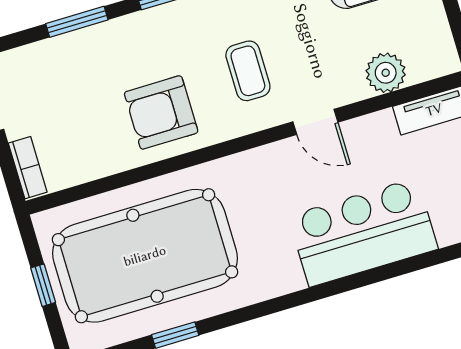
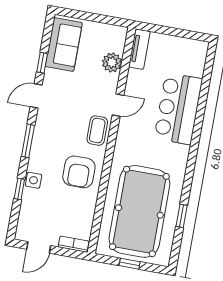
window: (77, 22) -> (19, 189), width x0.67
side table: (105, 39) -> (34, 180), added
coffee table: (248, 71) -> (97, 131), moved, turned 90

